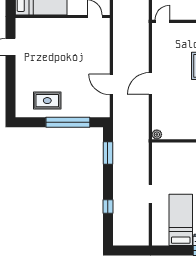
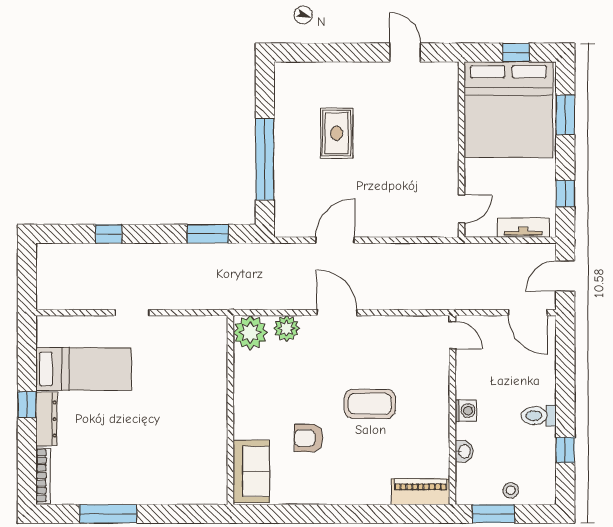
rug: (47, 101) -> (337, 133), moved
plant: (159, 111) -> (286, 328), added
plant: (157, 134) -> (250, 333), width x1.88, depth x1.88

